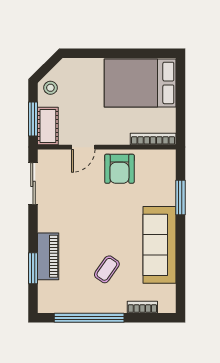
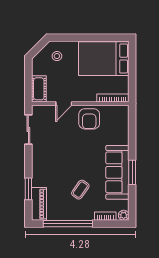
stool: (50, 88) -> (57, 56), moved
window: (33, 119) -> (28, 84), removed
window: (180, 198) -> (132, 172), moved
piano: (48, 256) -> (39, 204), moved
plant: (168, 306) -> (124, 215), added

